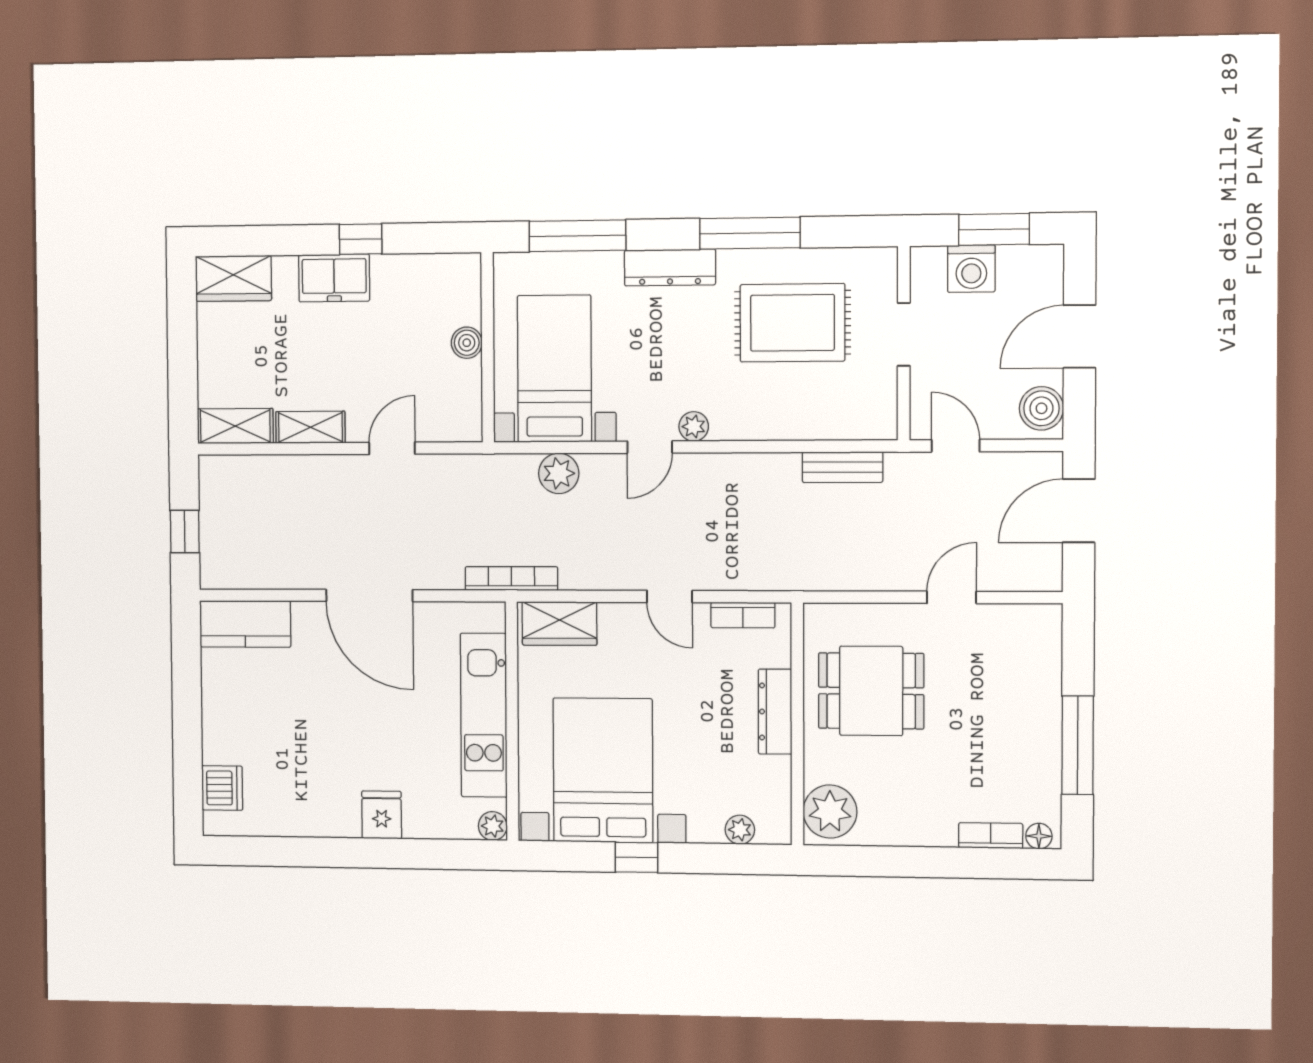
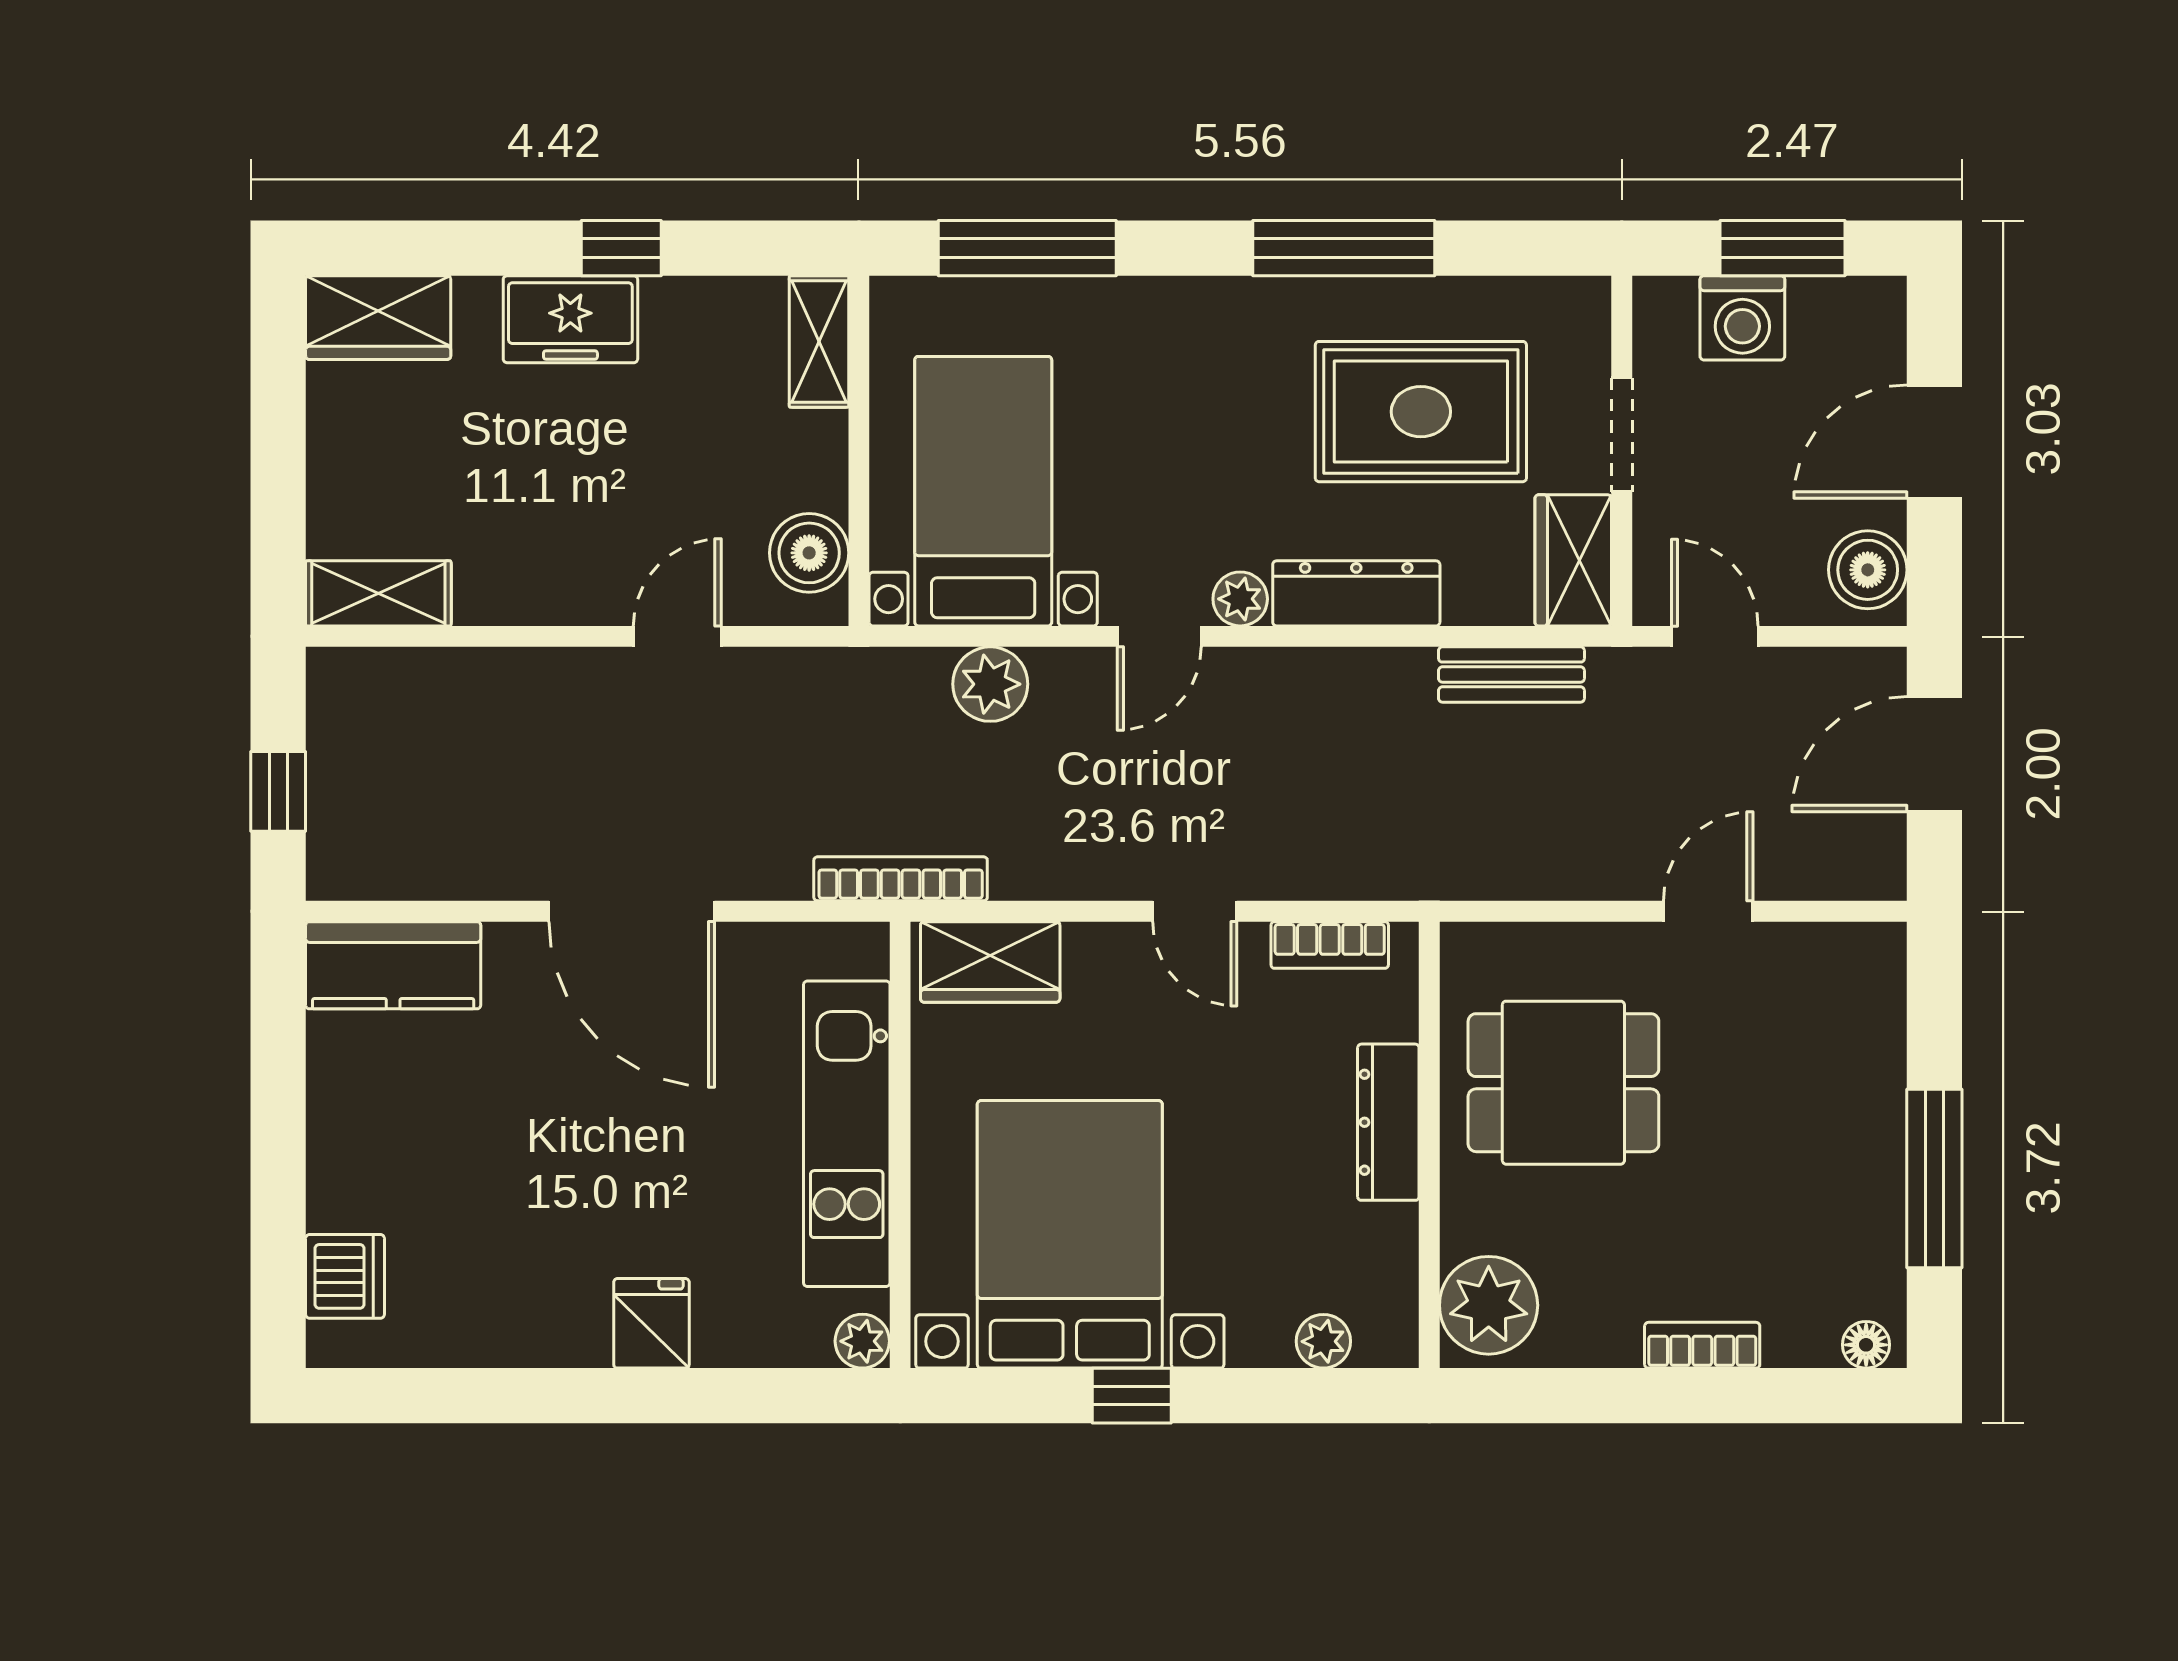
dresser: (670, 267) -> (1356, 593), moved, turned 180
boiler: (467, 343) -> (809, 553), moved, width x1.36, depth x1.36
wardrobe: (877, 404) -> (1573, 560), added
shelving: (310, 427) -> (819, 342), moved, turned 90
bookcase: (991, 836) -> (1702, 1345), moved

